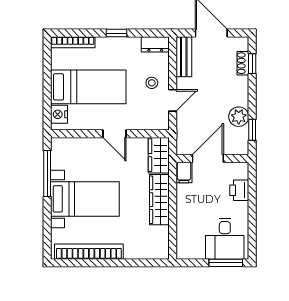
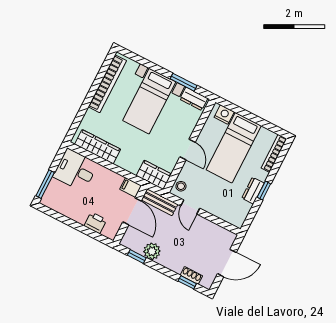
dresser: (155, 44) -> (253, 191), moved
bench: (184, 57) -> (160, 202), moved
stool: (152, 83) -> (181, 186), moved
door: (115, 134) -> (188, 149), swing flipped
dresser: (59, 154) -> (194, 99), added
window: (47, 173) -> (184, 82), width x0.69
wardrobe: (159, 200) -> (98, 147), moved
desk: (225, 239) -> (75, 170), moved

